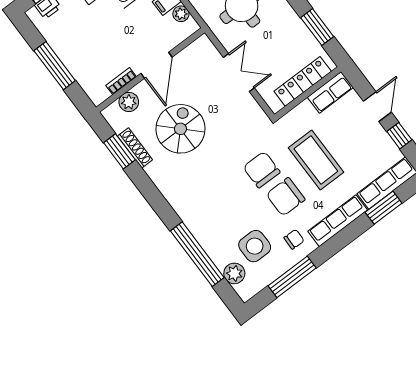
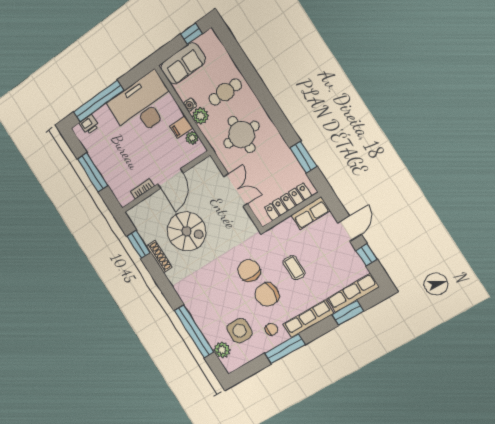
plant: (129, 102) -> (147, 206), removed
spiral stairs: (180, 129) -> (186, 231), turned 90
shoe rack: (135, 148) -> (159, 257), moved
coffee table: (316, 160) -> (294, 268), width x0.54, depth x0.58
window: (292, 277) -> (285, 349), moved

